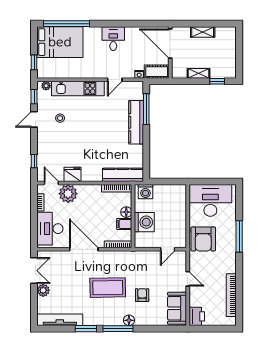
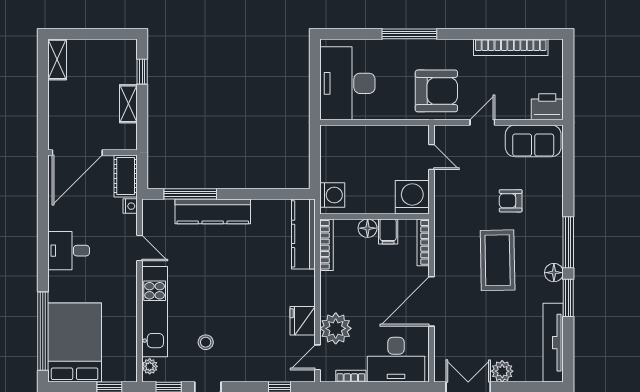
shelving: (203, 32) -> (57, 59), moved
washing machine: (144, 222) -> (412, 197), moved
armchair: (203, 239) -> (436, 91), moved
floor lamp: (129, 320) -> (554, 273), moved

